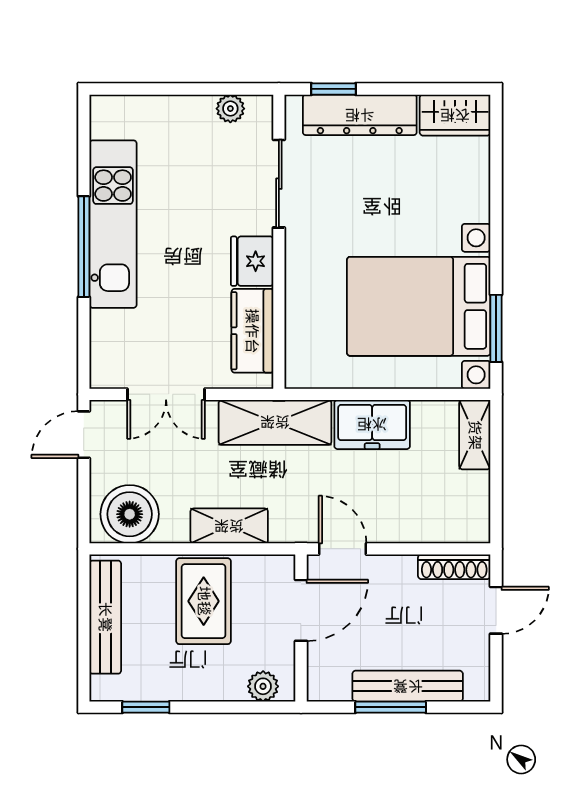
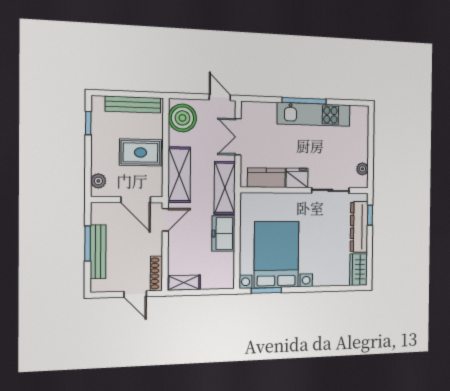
shelving: (475, 435) -> (184, 283), moved
shelving: (229, 526) -> (179, 175), width x1.50, depth x1.33

